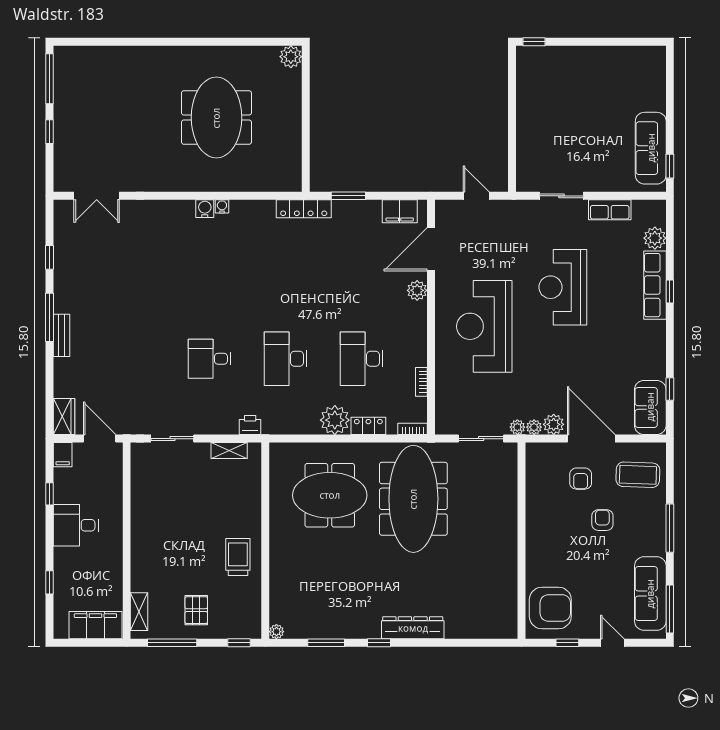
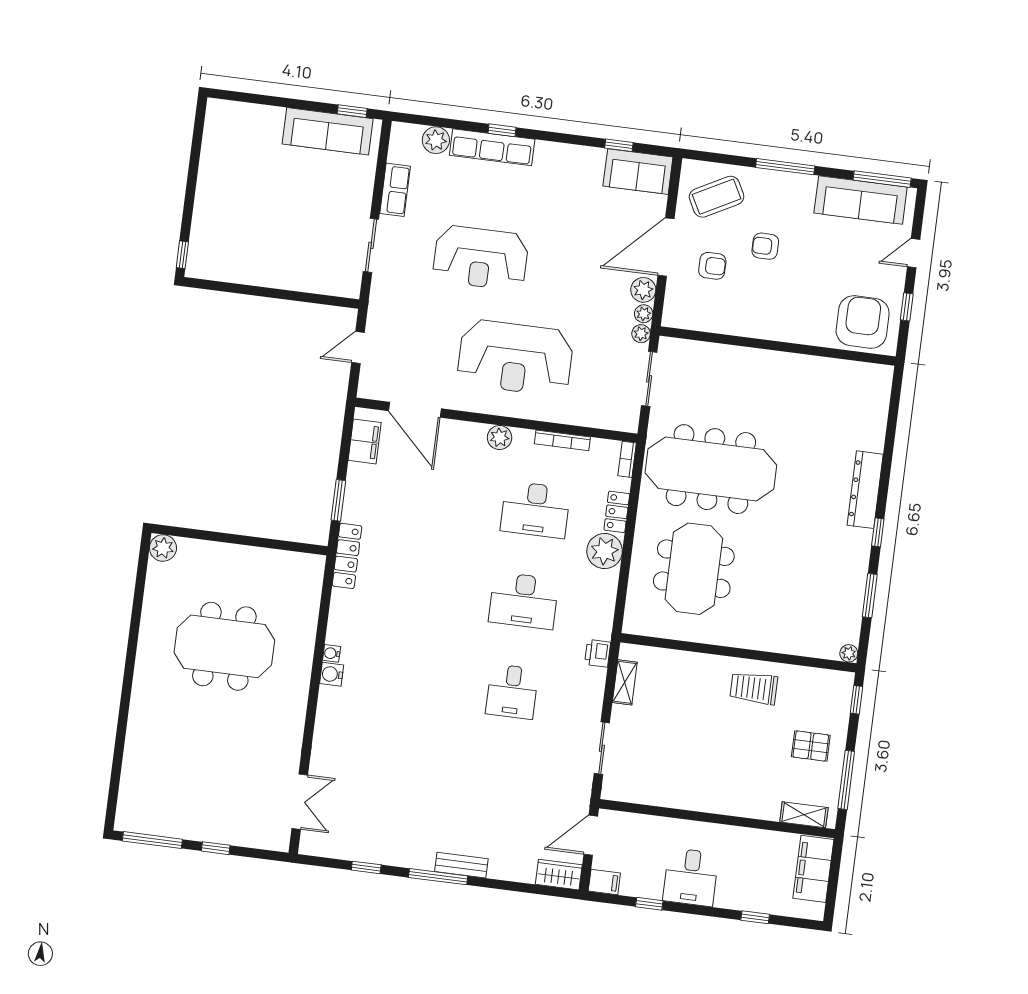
plant: (417, 290) -> (500, 437), moved
bookcase: (421, 382) -> (562, 440), width x1.56
coffee table: (638, 475) -> (717, 197), turned 60

